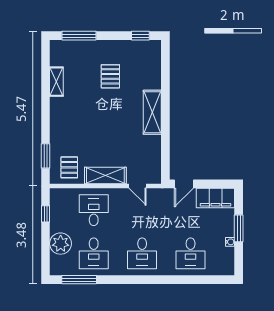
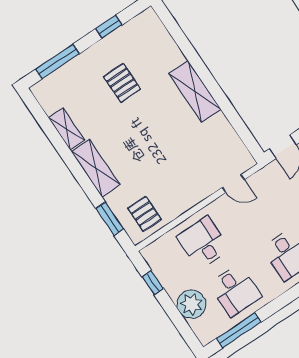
window: (140, 36) -> (109, 27), moved
shelving: (105, 176) -> (96, 168), moved, turned 90

